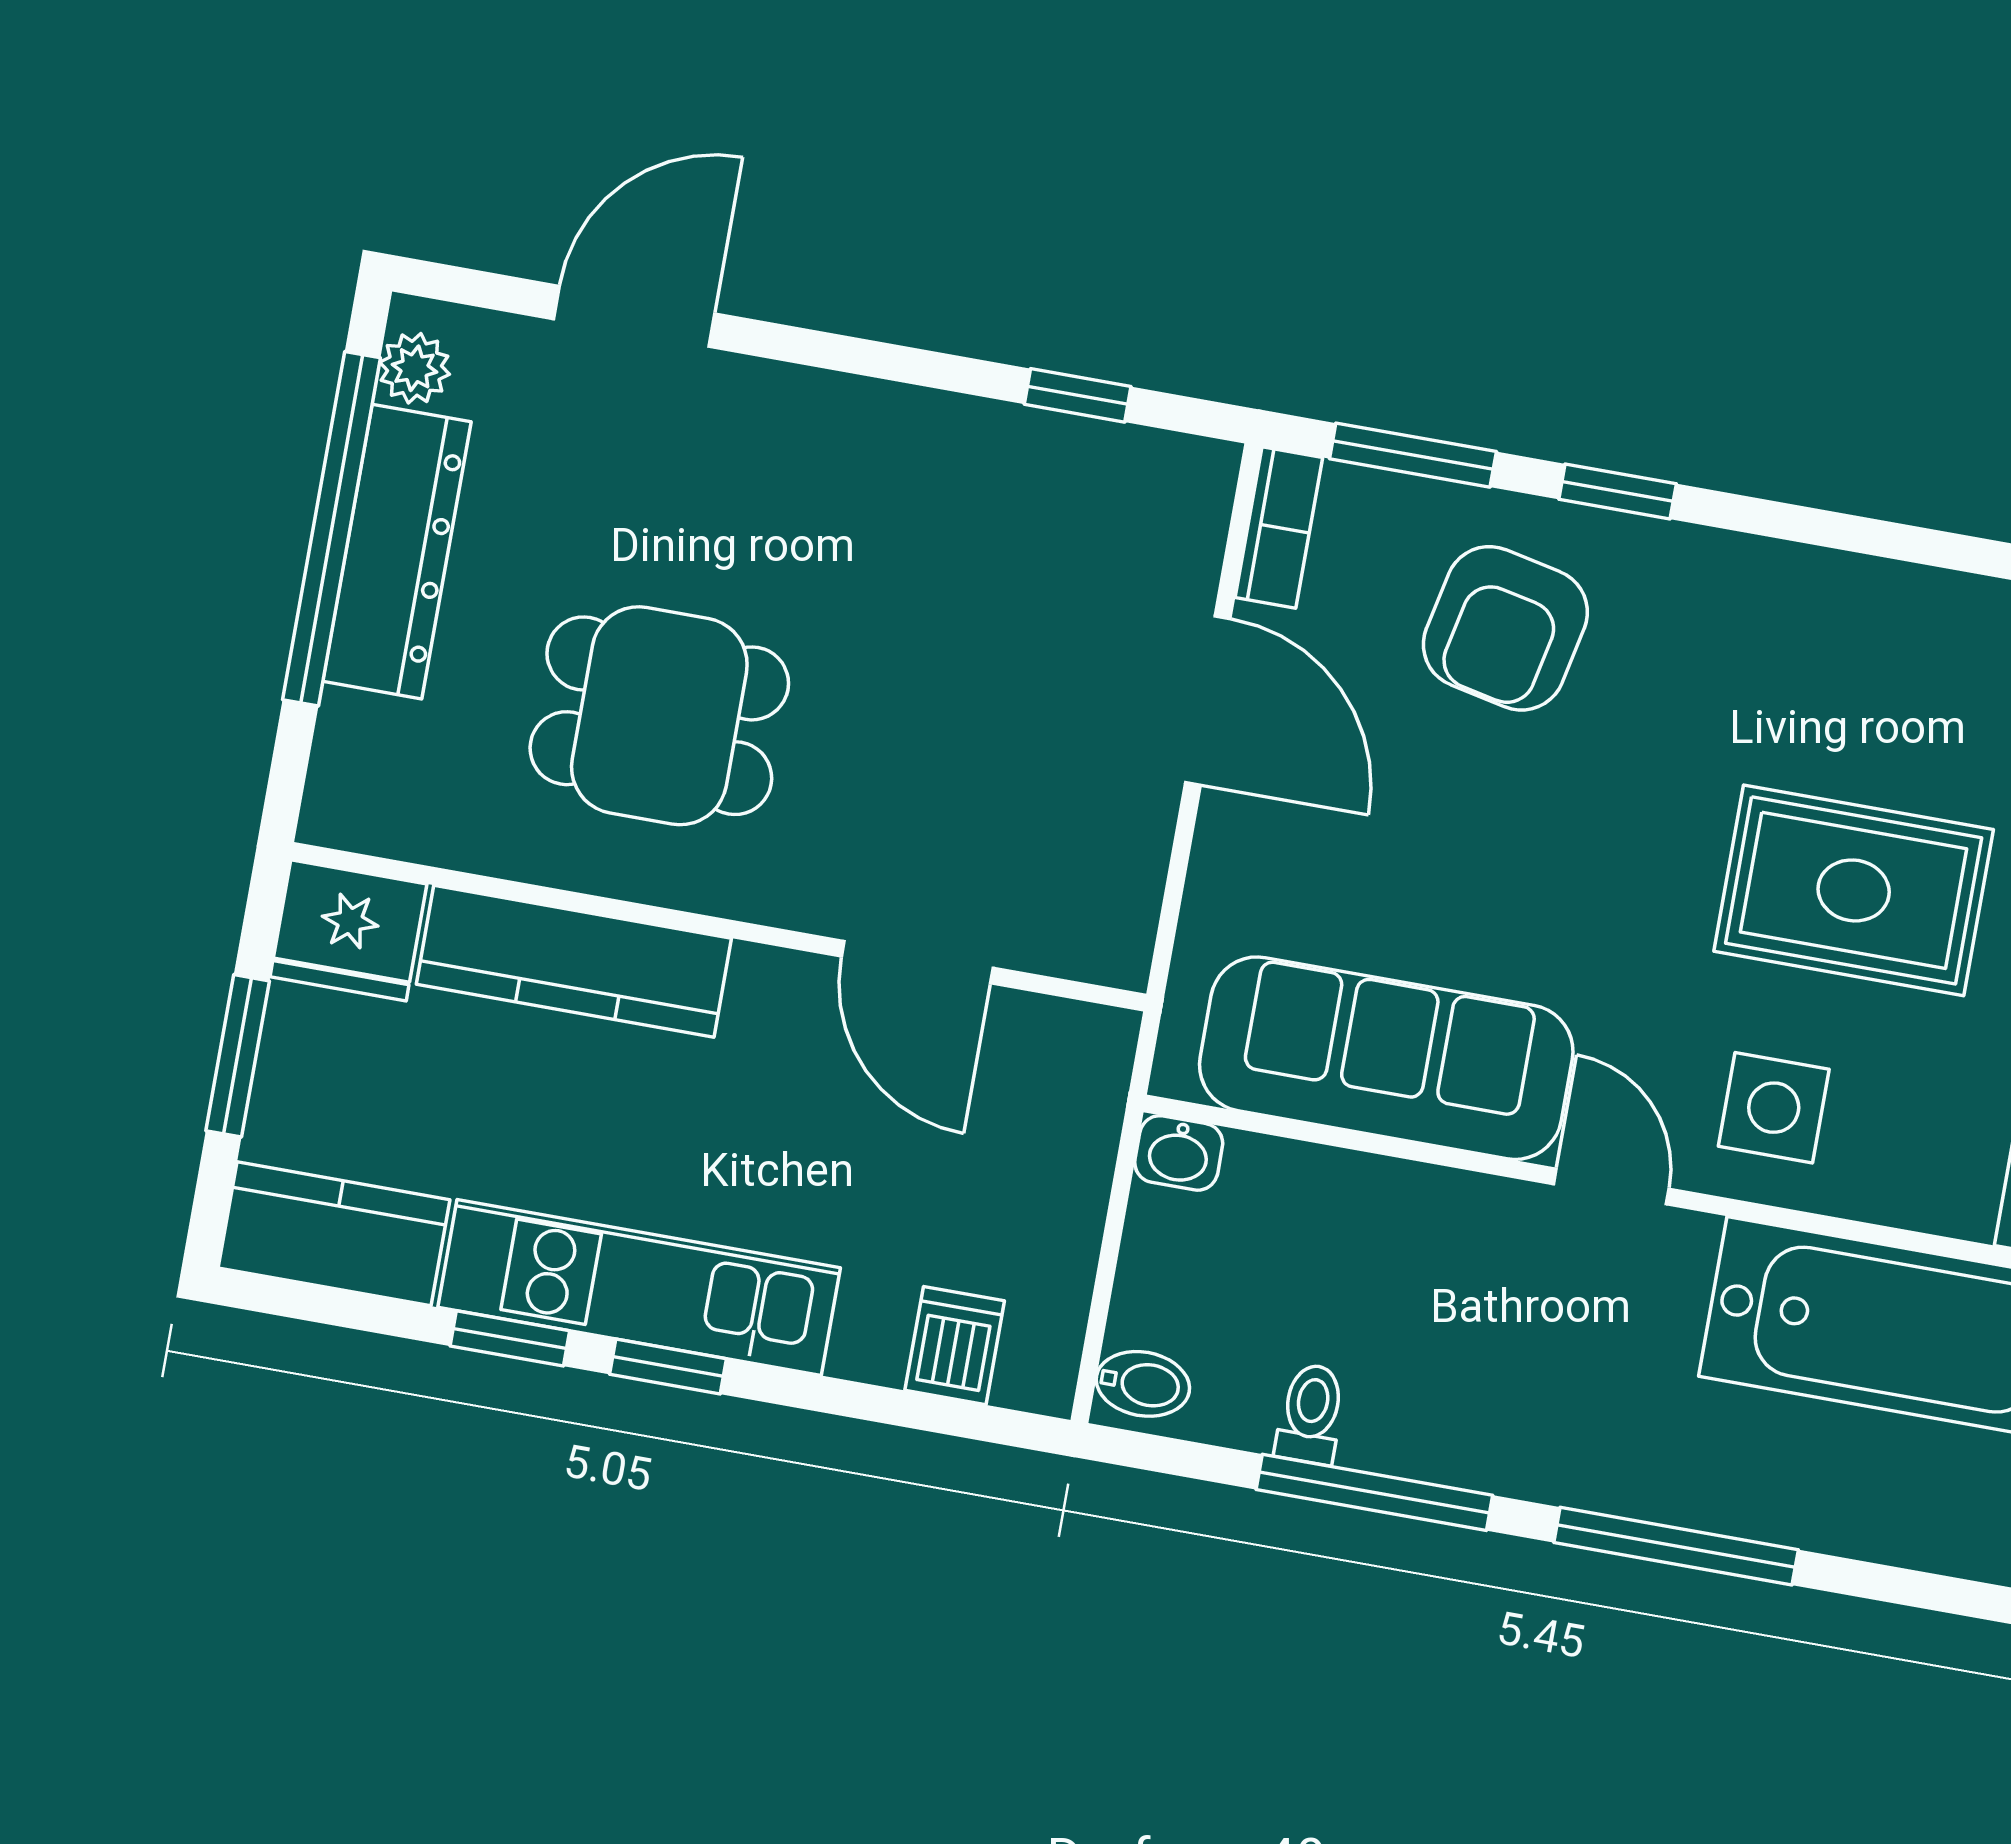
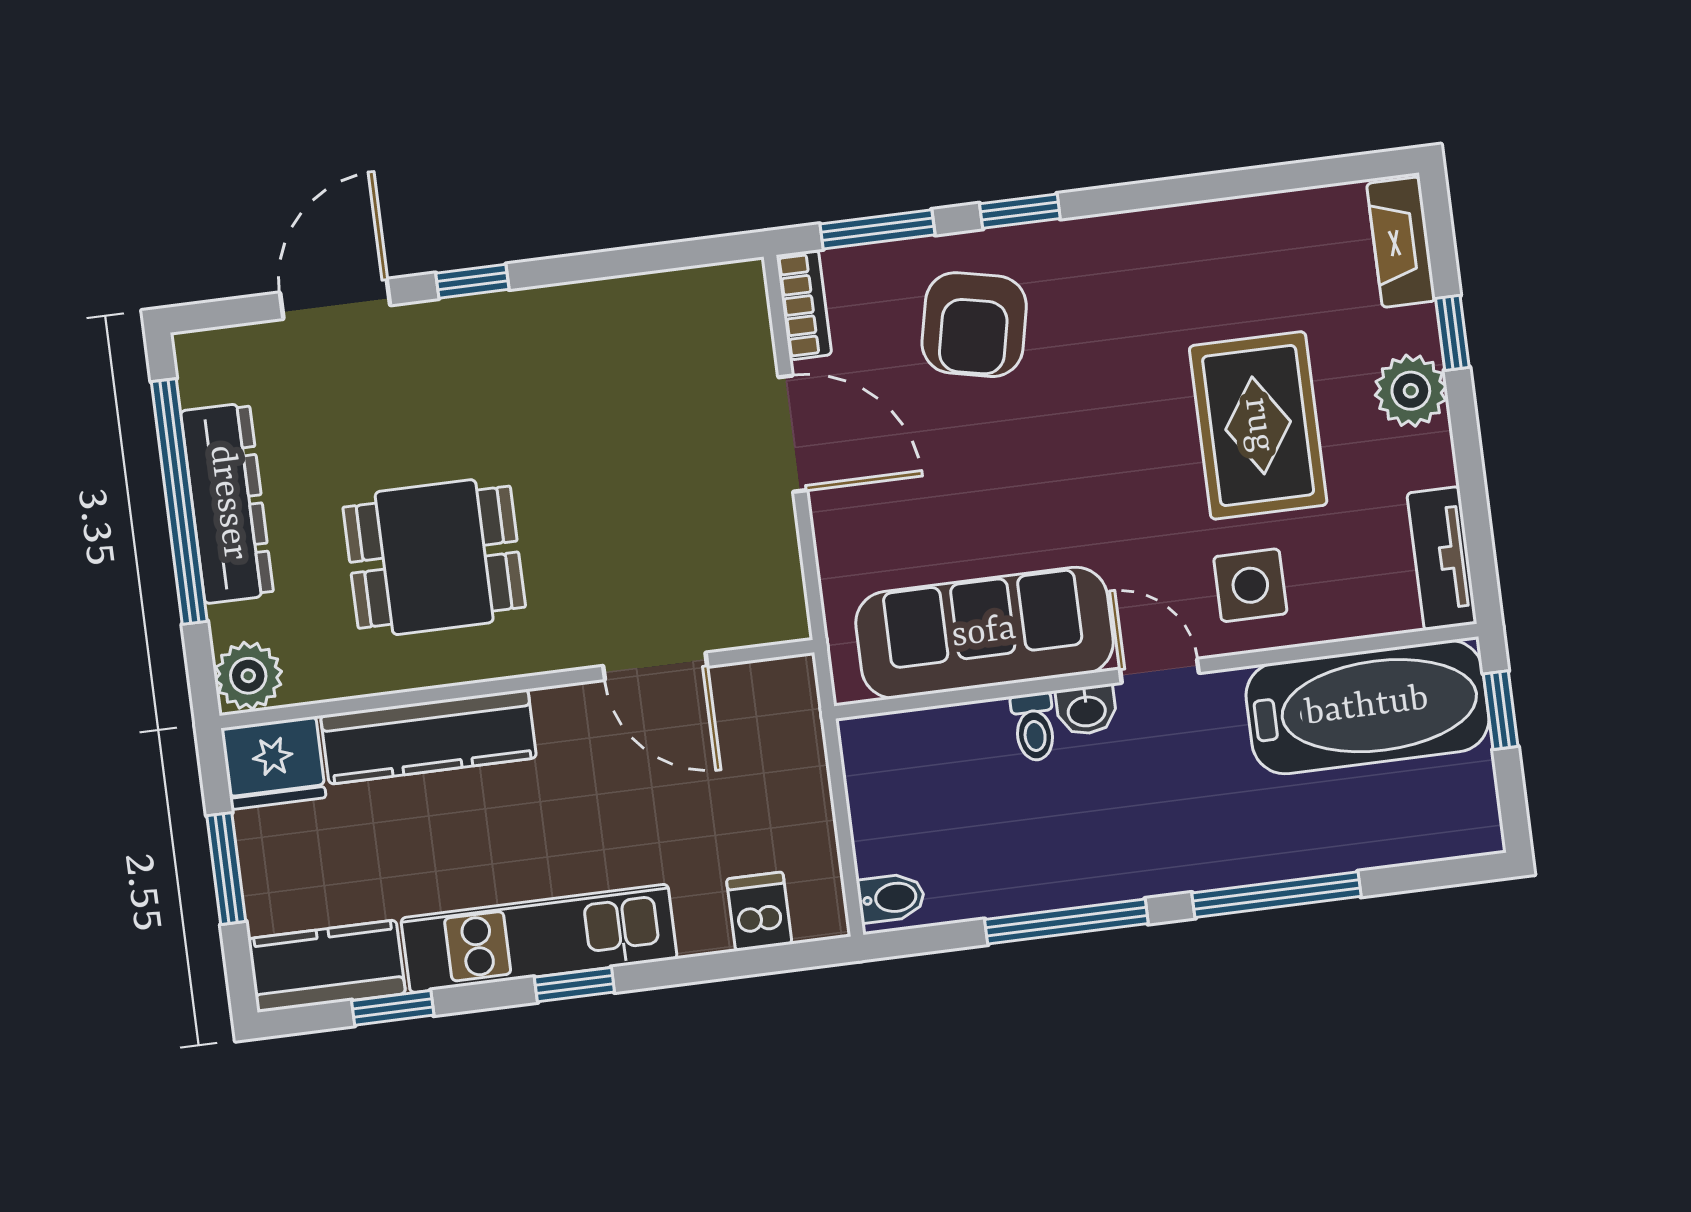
plant: (415, 368) -> (248, 676), moved, width x1.38, depth x1.38
window: (1078, 395) -> (472, 281), moved
rug: (1854, 890) -> (1258, 425), turned 90
washbasin: (1179, 1153) -> (1087, 710), moved
window: (510, 1338) -> (393, 1008), moved
toilet: (1311, 1414) -> (1034, 727), moved, turned 180

